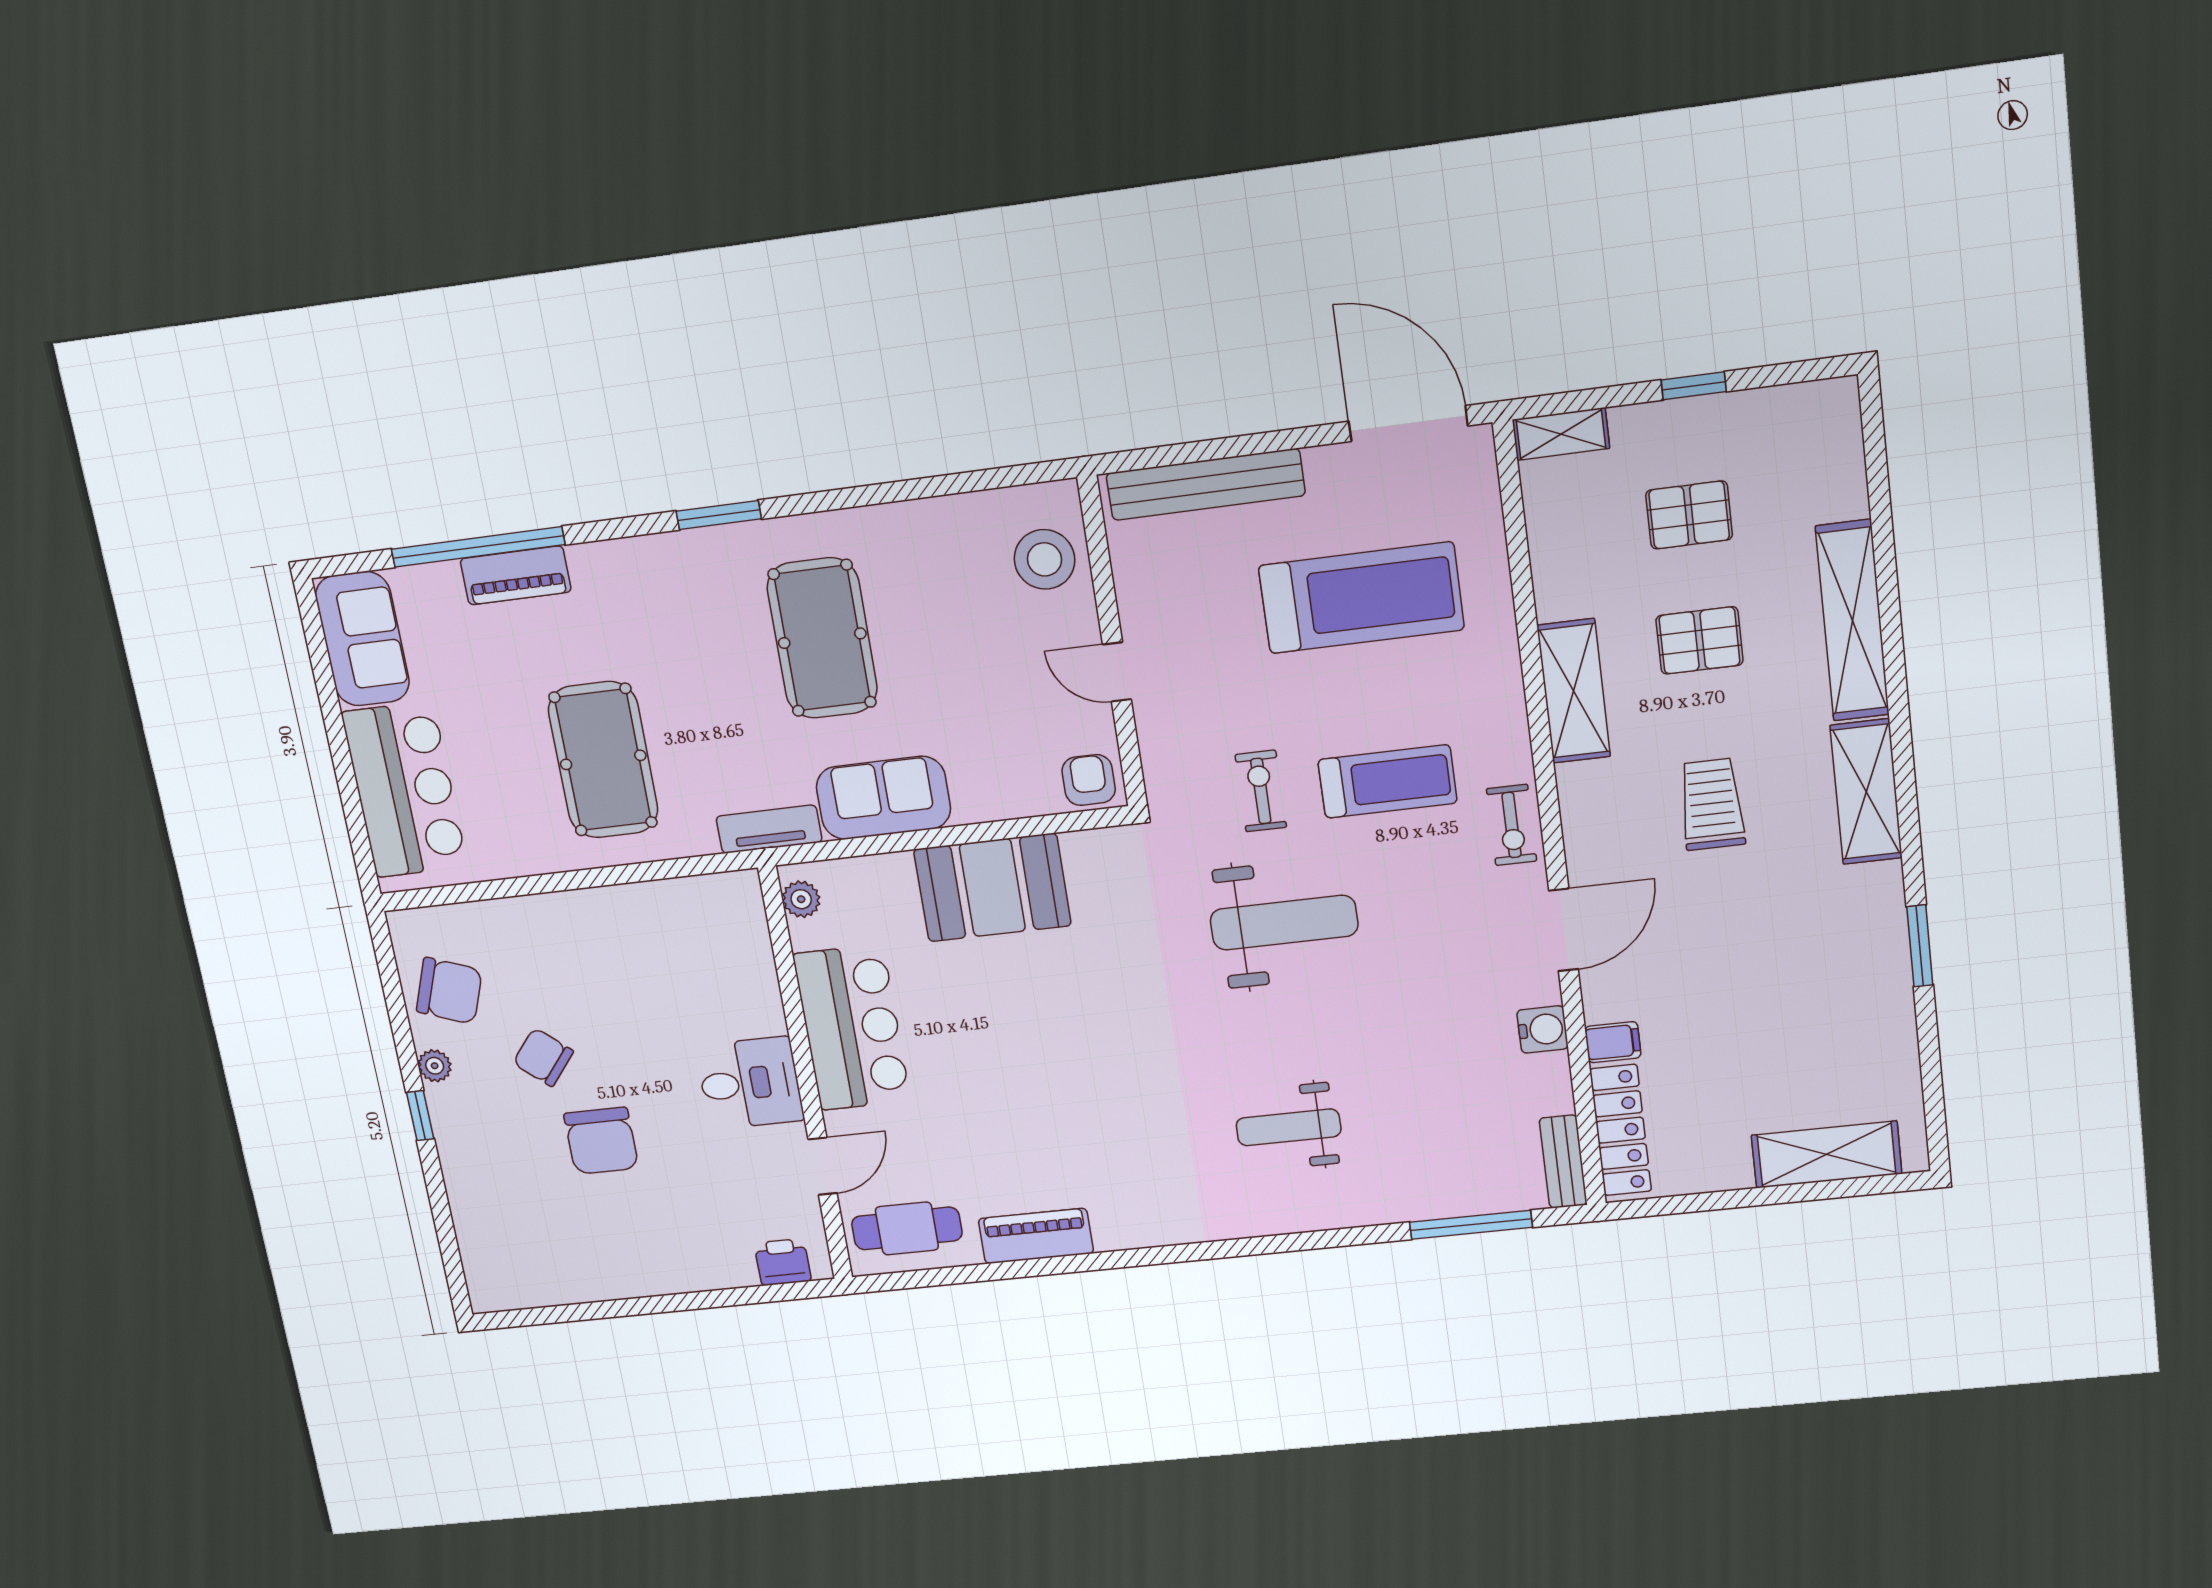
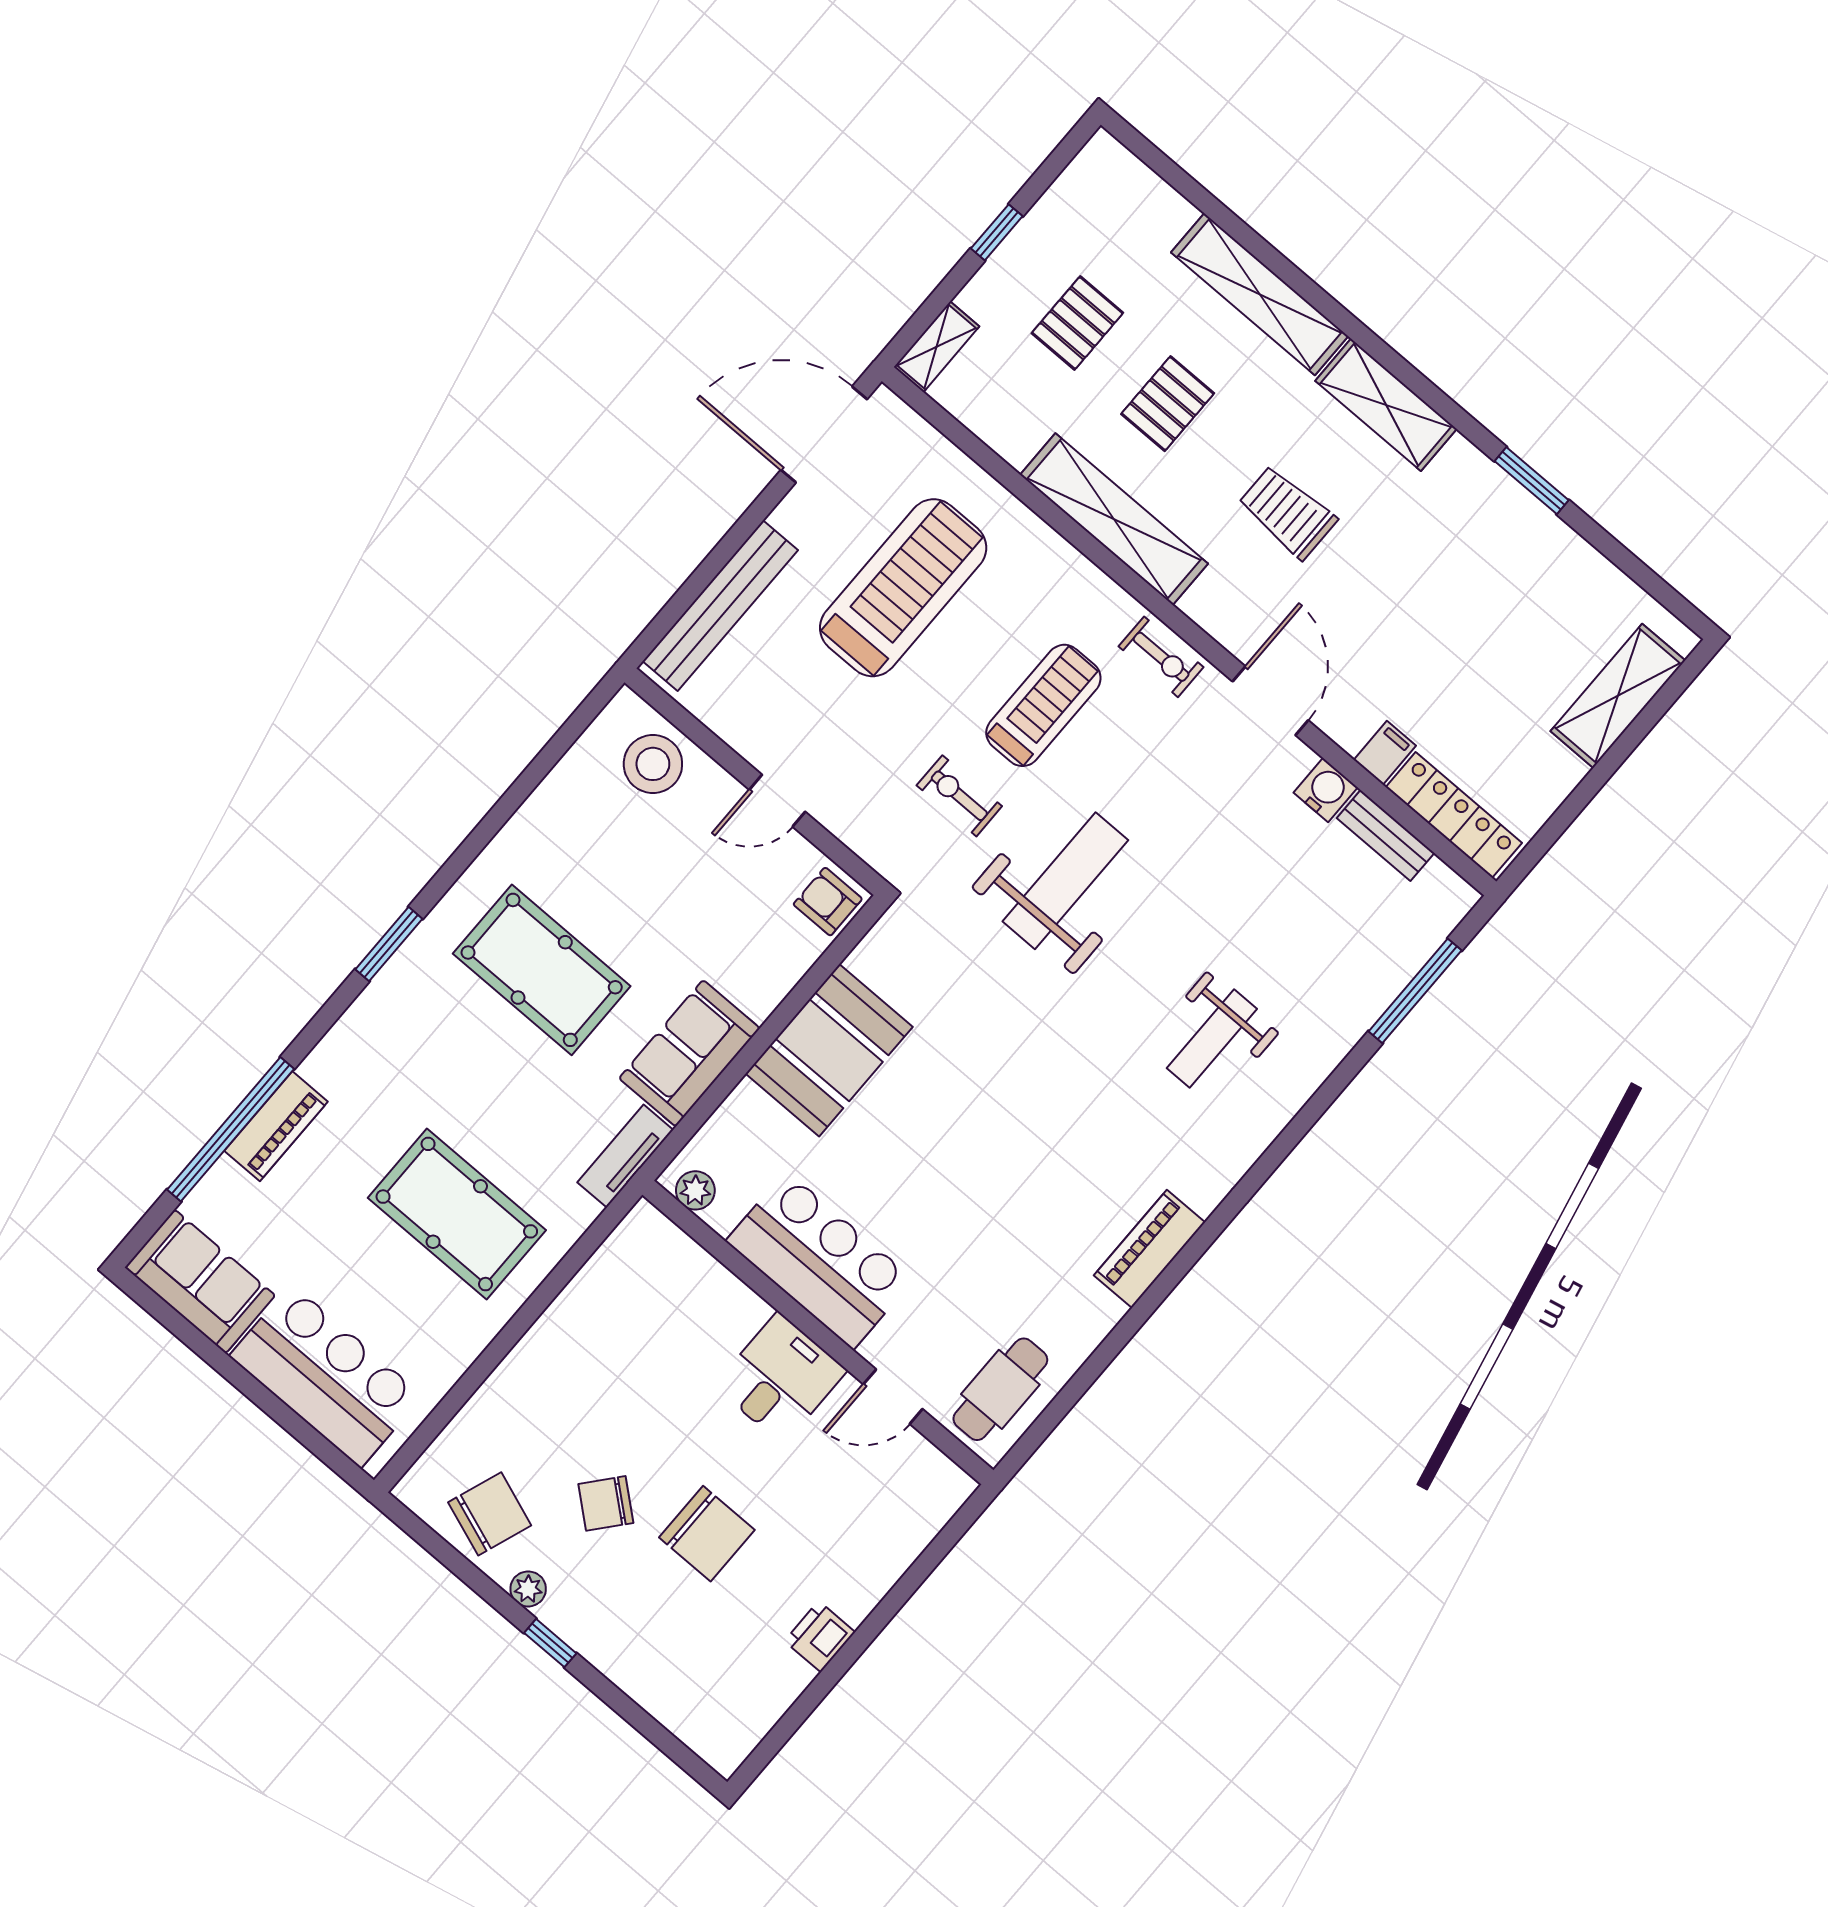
shelving: (1574, 691) -> (1114, 519), width x1.47
bench: (1563, 1162) -> (1386, 835), moved
door: (823, 1166) -> (893, 1397), swing flipped
piano: (1036, 1236) -> (1149, 1249), moved
printer: (783, 1262) -> (820, 1637), moved

